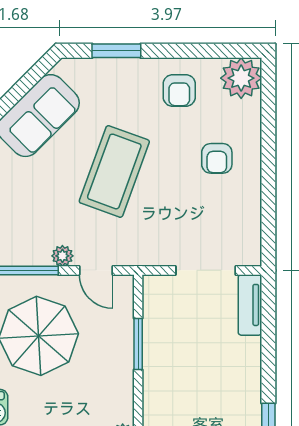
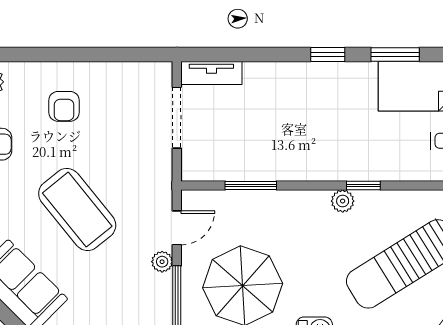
armchair: (217, 158) -> (64, 106), turned 90
coffee table: (114, 171) -> (77, 210), turned 31

